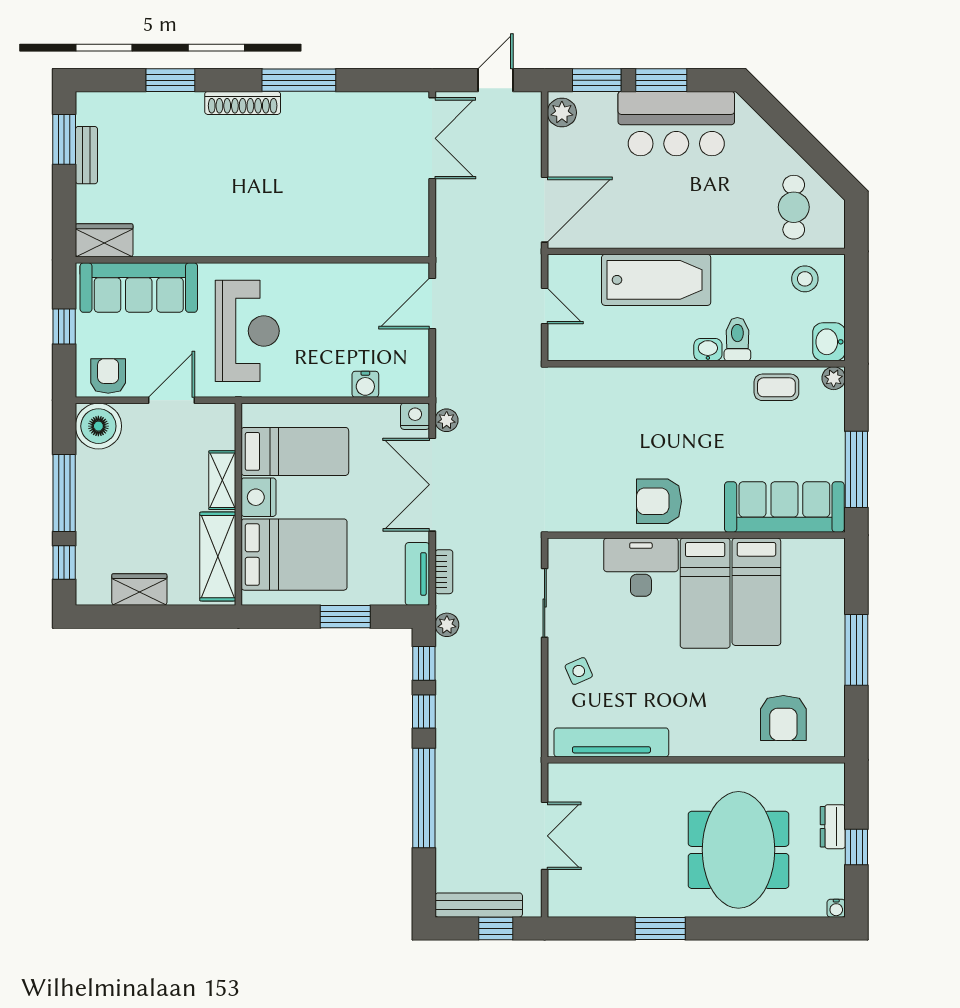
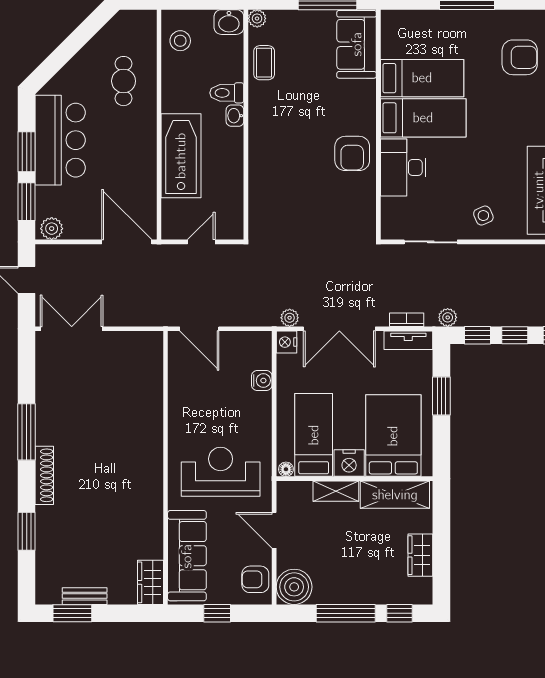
cafe table: (794, 207) -> (124, 81), moved, turned 90
floor lamp: (251, 416) -> (286, 469), added
sofa: (784, 507) -> (357, 44), width x0.73

